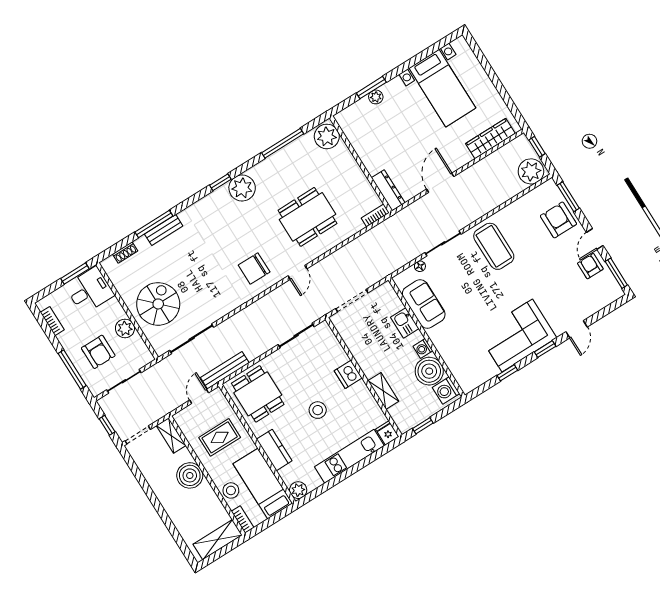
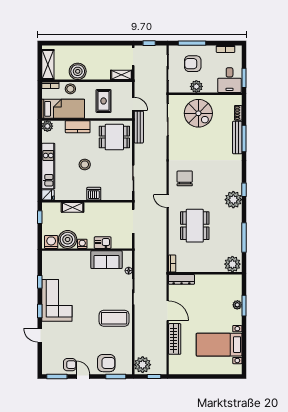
wardrobe: (490, 139) -> (175, 339), moved
bench: (164, 230) -> (237, 138), width x1.36
boiler: (190, 475) -> (78, 71), moved

